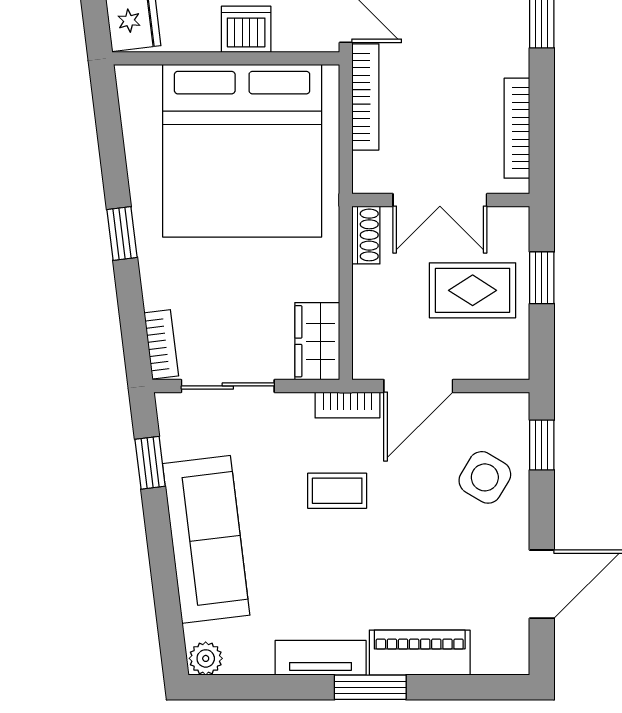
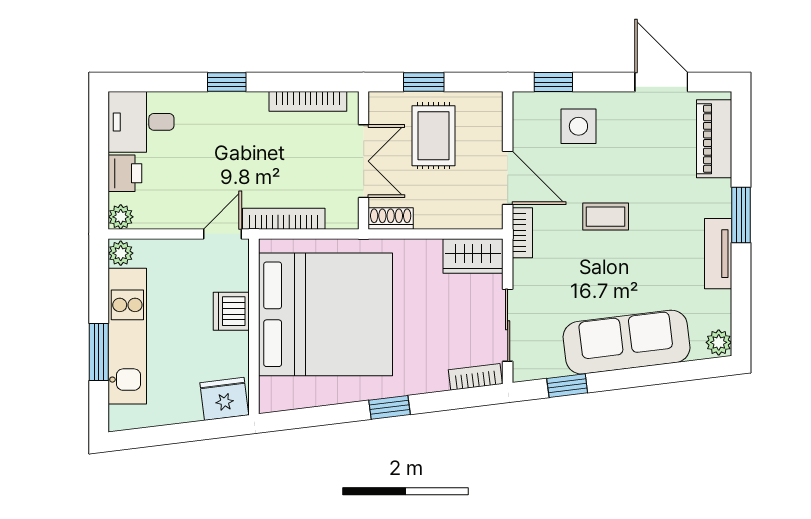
side table: (485, 477) -> (578, 126), turned -31
coffee table: (337, 491) -> (606, 217), moved, turned 90
piano: (420, 653) -> (714, 139), moved

